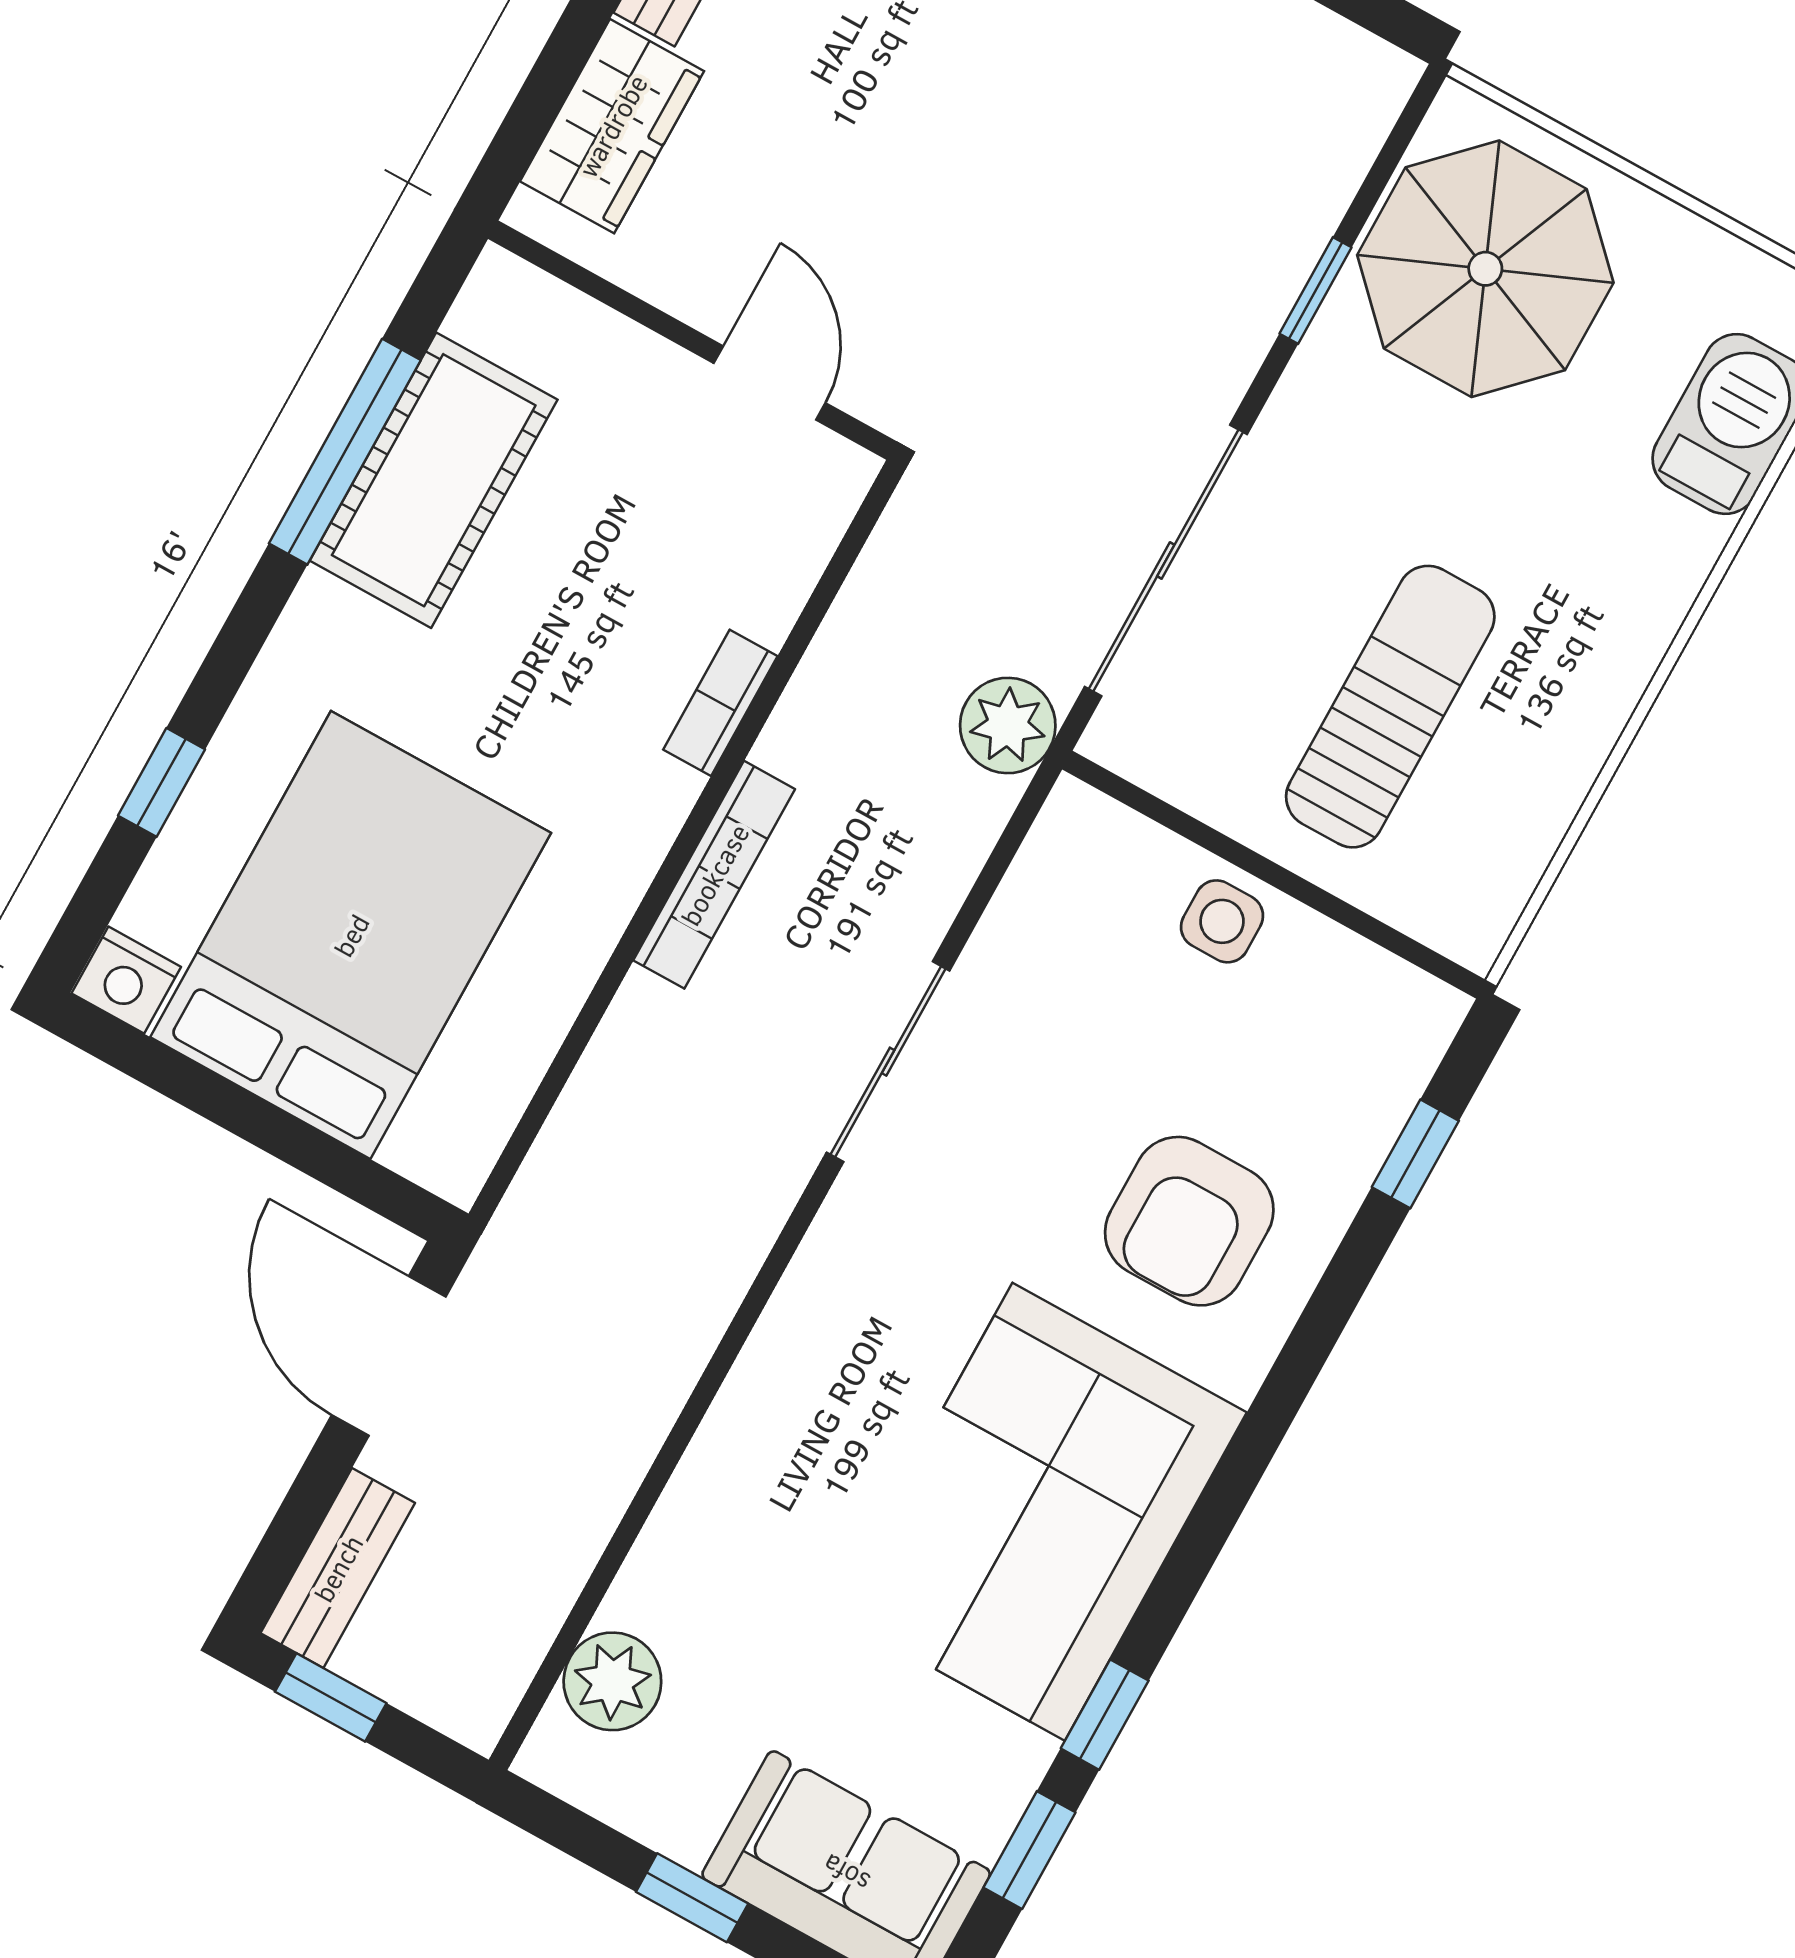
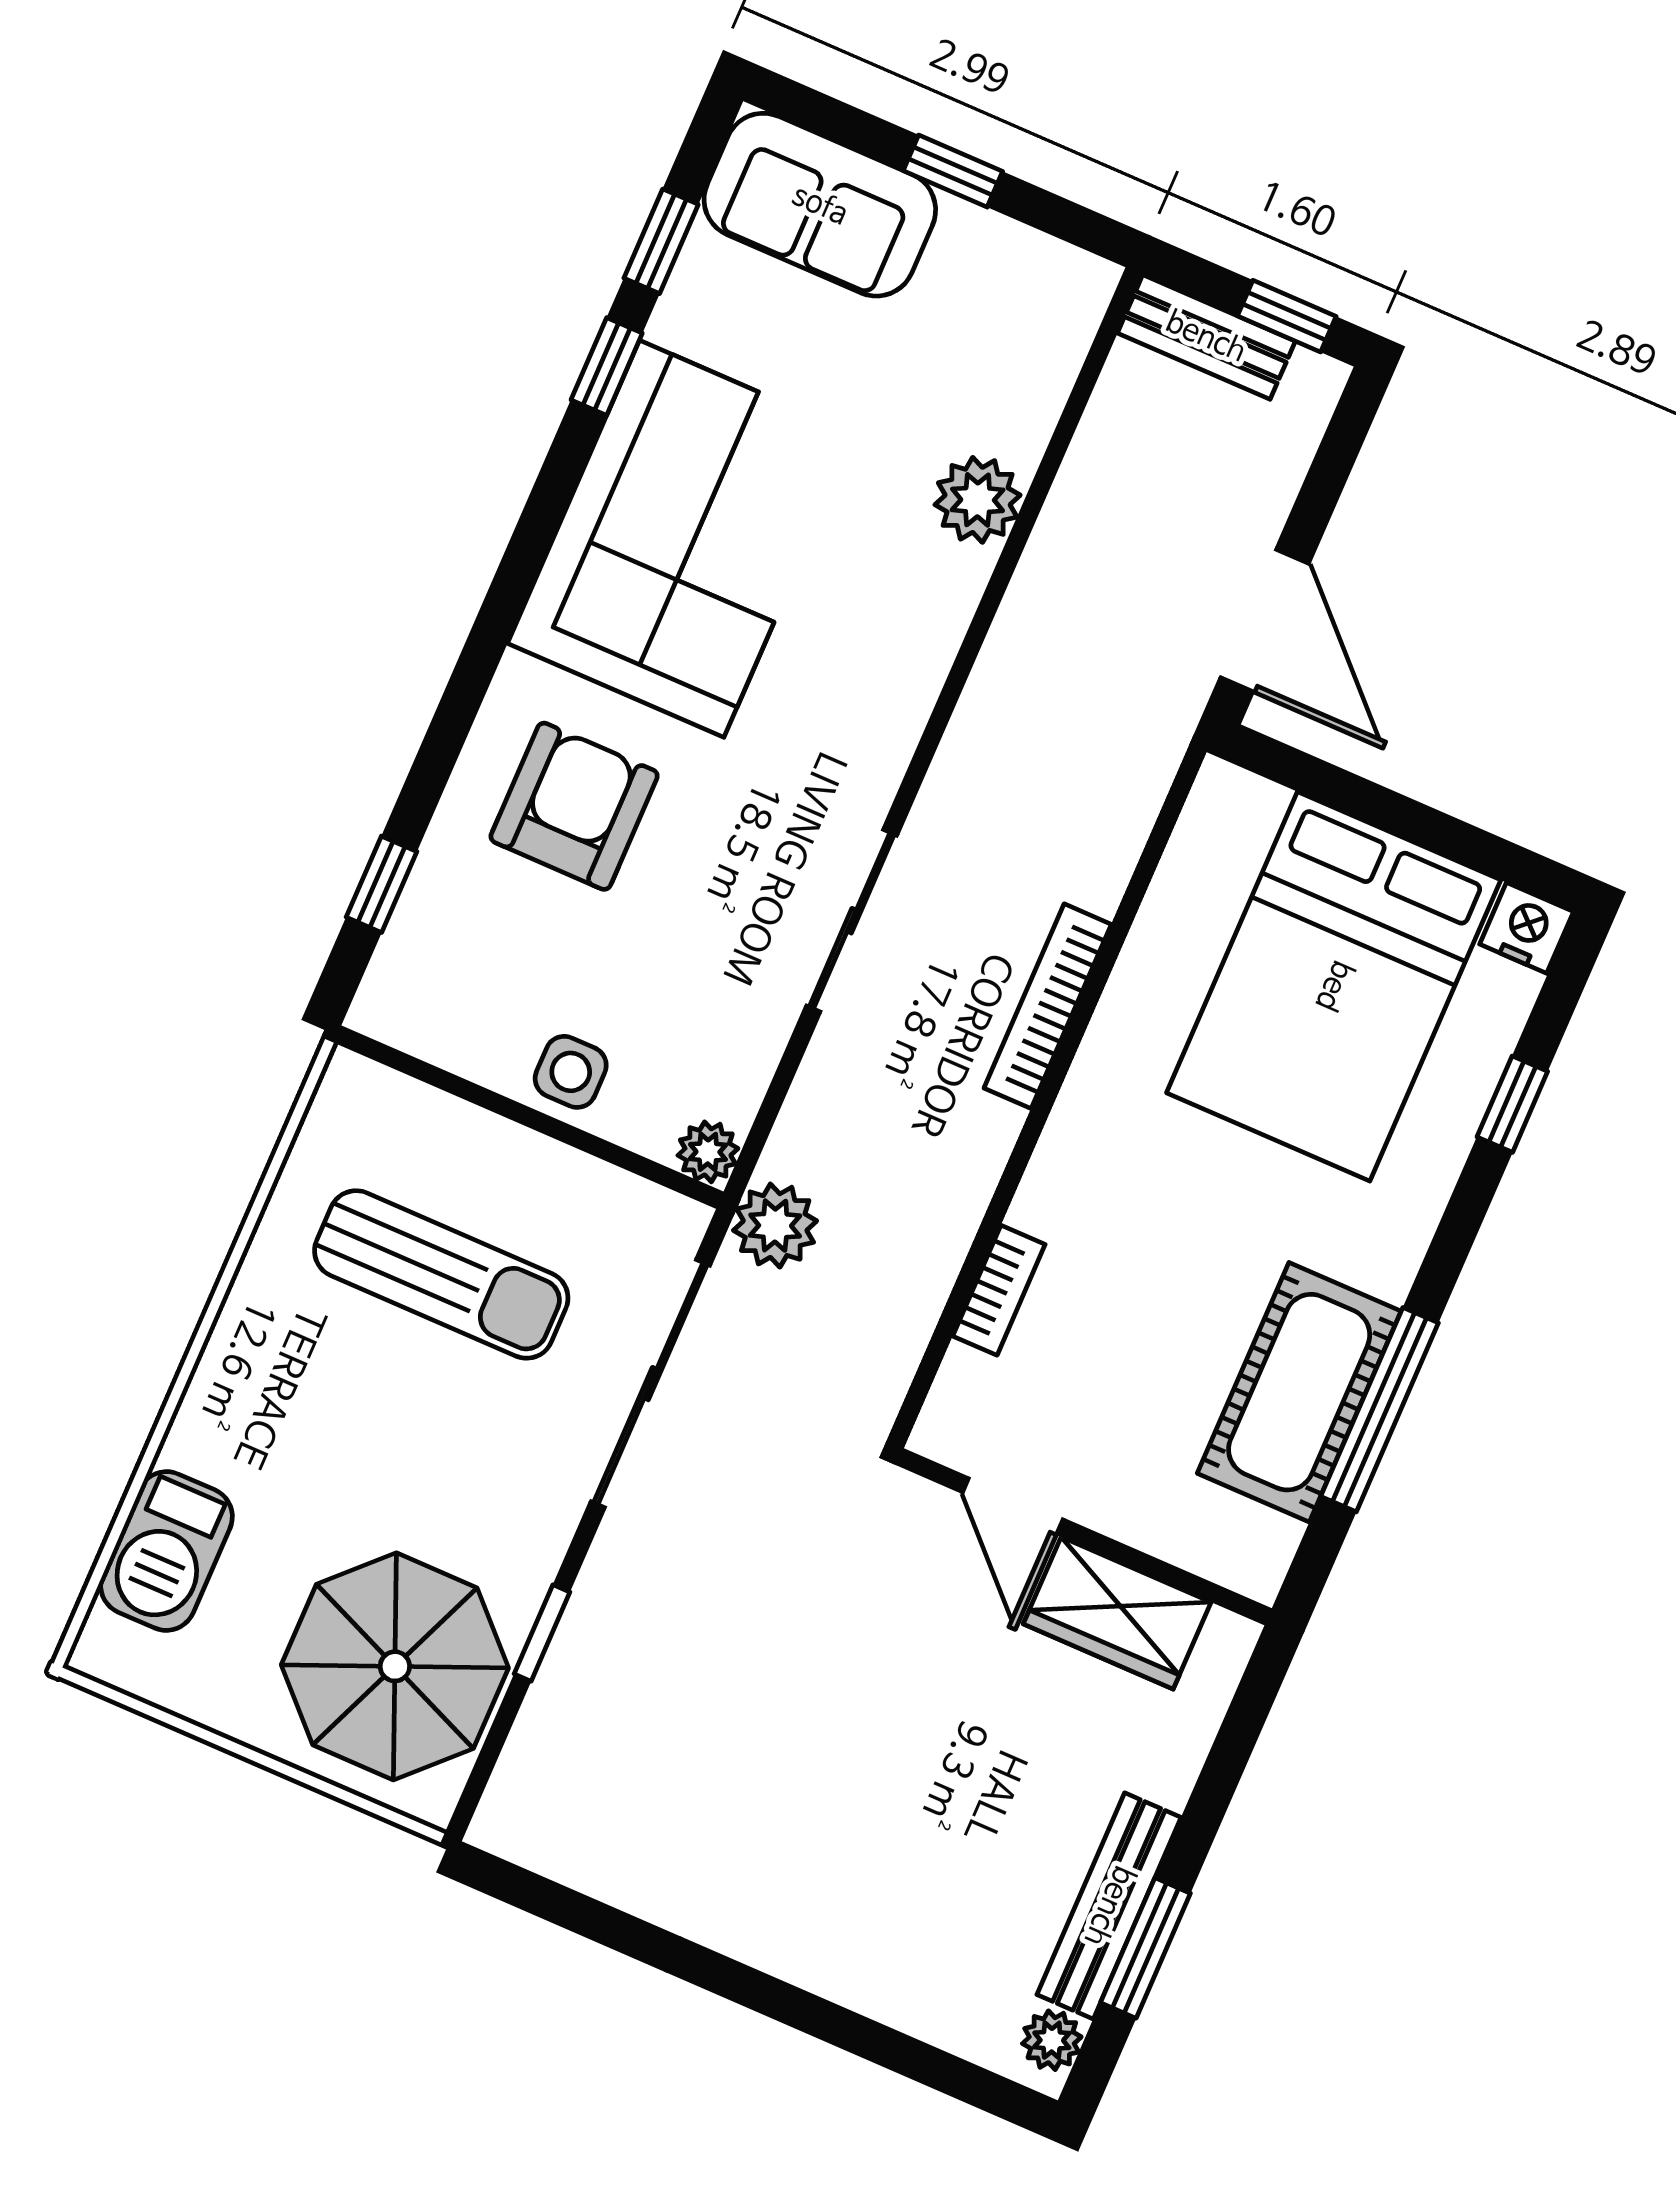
wardrobe: (612, 126) -> (1117, 1613), moved, turned -90
bookcase: (720, 703) -> (999, 1290), moved
sun lounger: (1390, 707) -> (441, 1274), turned -90
plant: (1076, 816) -> (708, 1152), added
bookcase: (714, 875) -> (1048, 1006), moved
bench: (338, 1568) -> (1206, 337), moved, turned 90
plant: (612, 1681) -> (978, 500), moved

